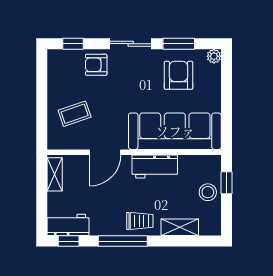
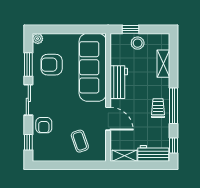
trolley: (140, 221) -> (158, 108), moved
workbench: (68, 225) -> (153, 153), moved, turned 90

